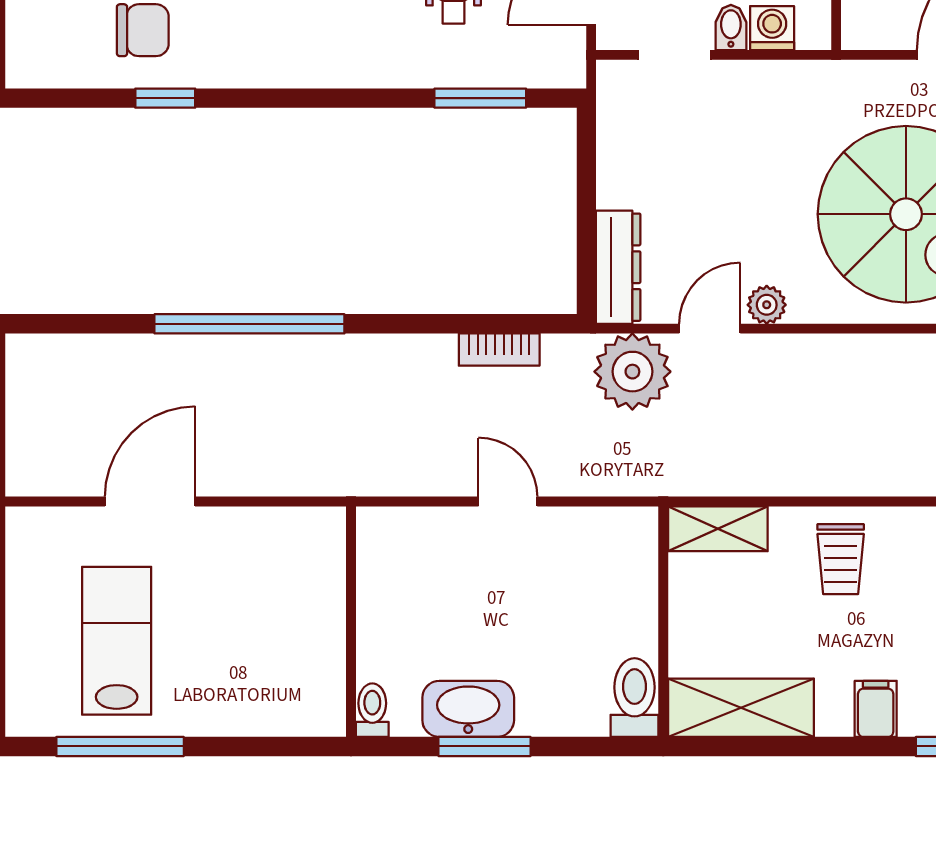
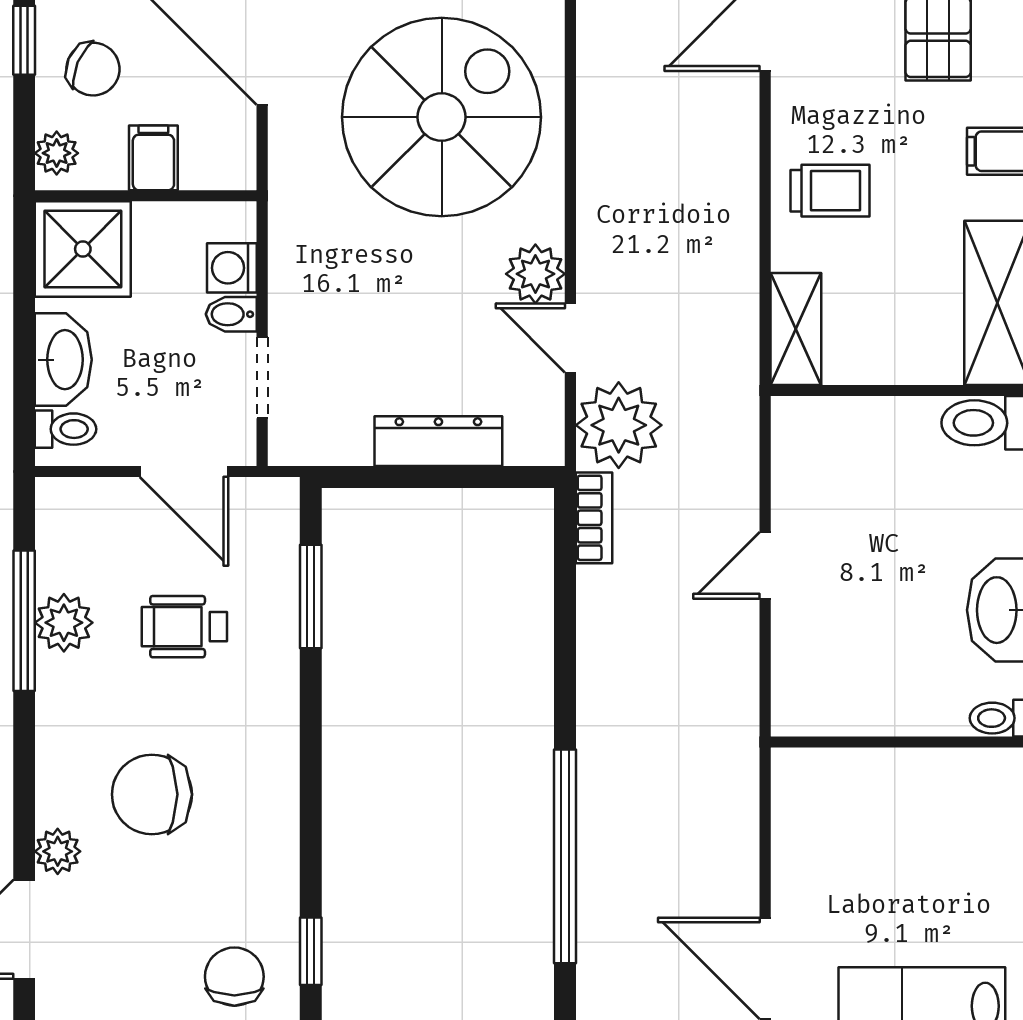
dresser: (618, 267) -> (438, 441), moved
plant: (767, 305) -> (535, 274), width x1.38, depth x1.38
bookcase: (499, 350) -> (594, 518), moved

